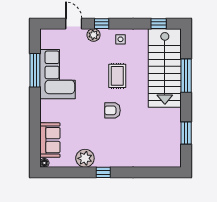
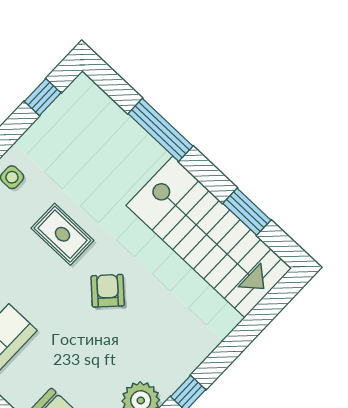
stairs: (165, 68) -> (209, 237), moved
armchair: (112, 110) -> (108, 291), turned 134

